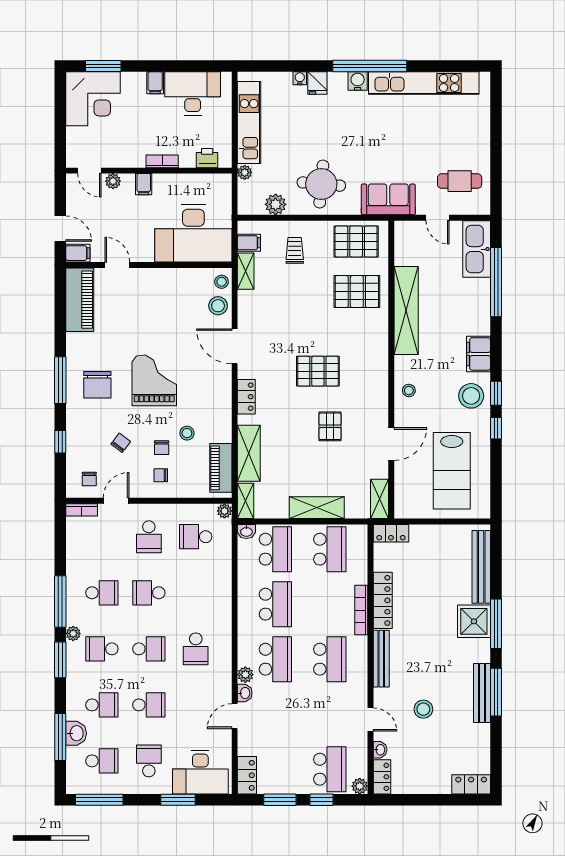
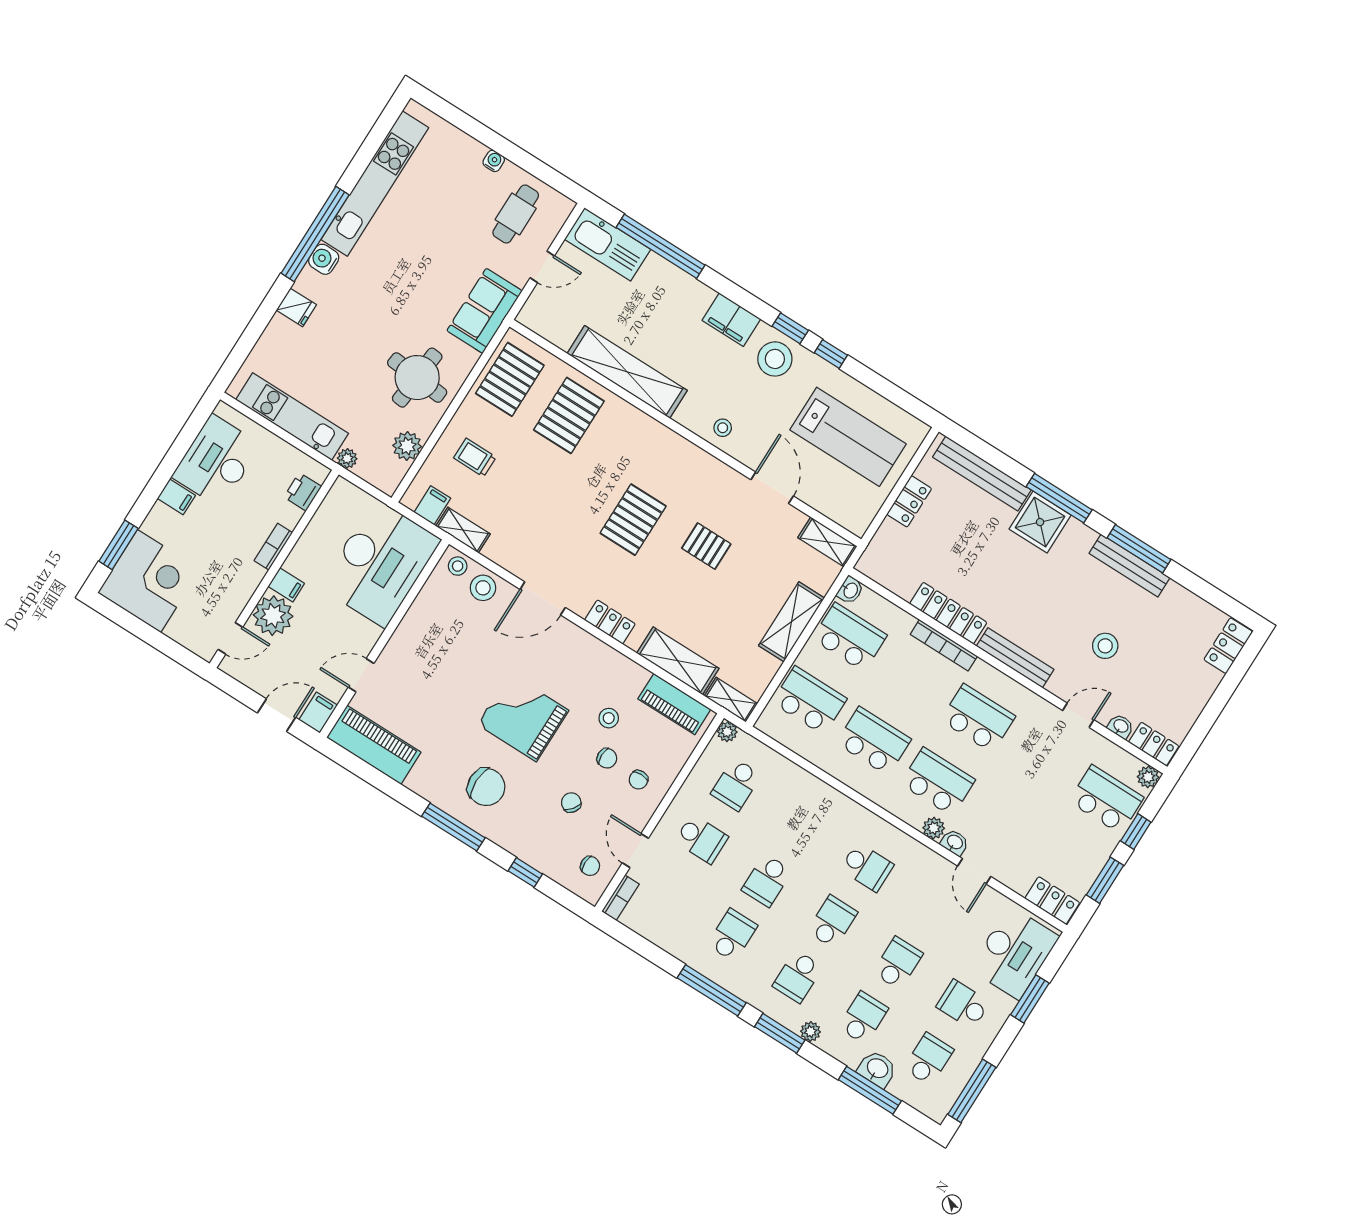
water cooler: (300, 78) -> (494, 161), moved, turned 90
plant: (113, 181) -> (273, 616), width x1.88, depth x1.88
washbasin: (246, 532) -> (850, 590), moved
locker: (391, 533) -> (909, 501), moved
plant: (73, 633) -> (810, 1032), moved

